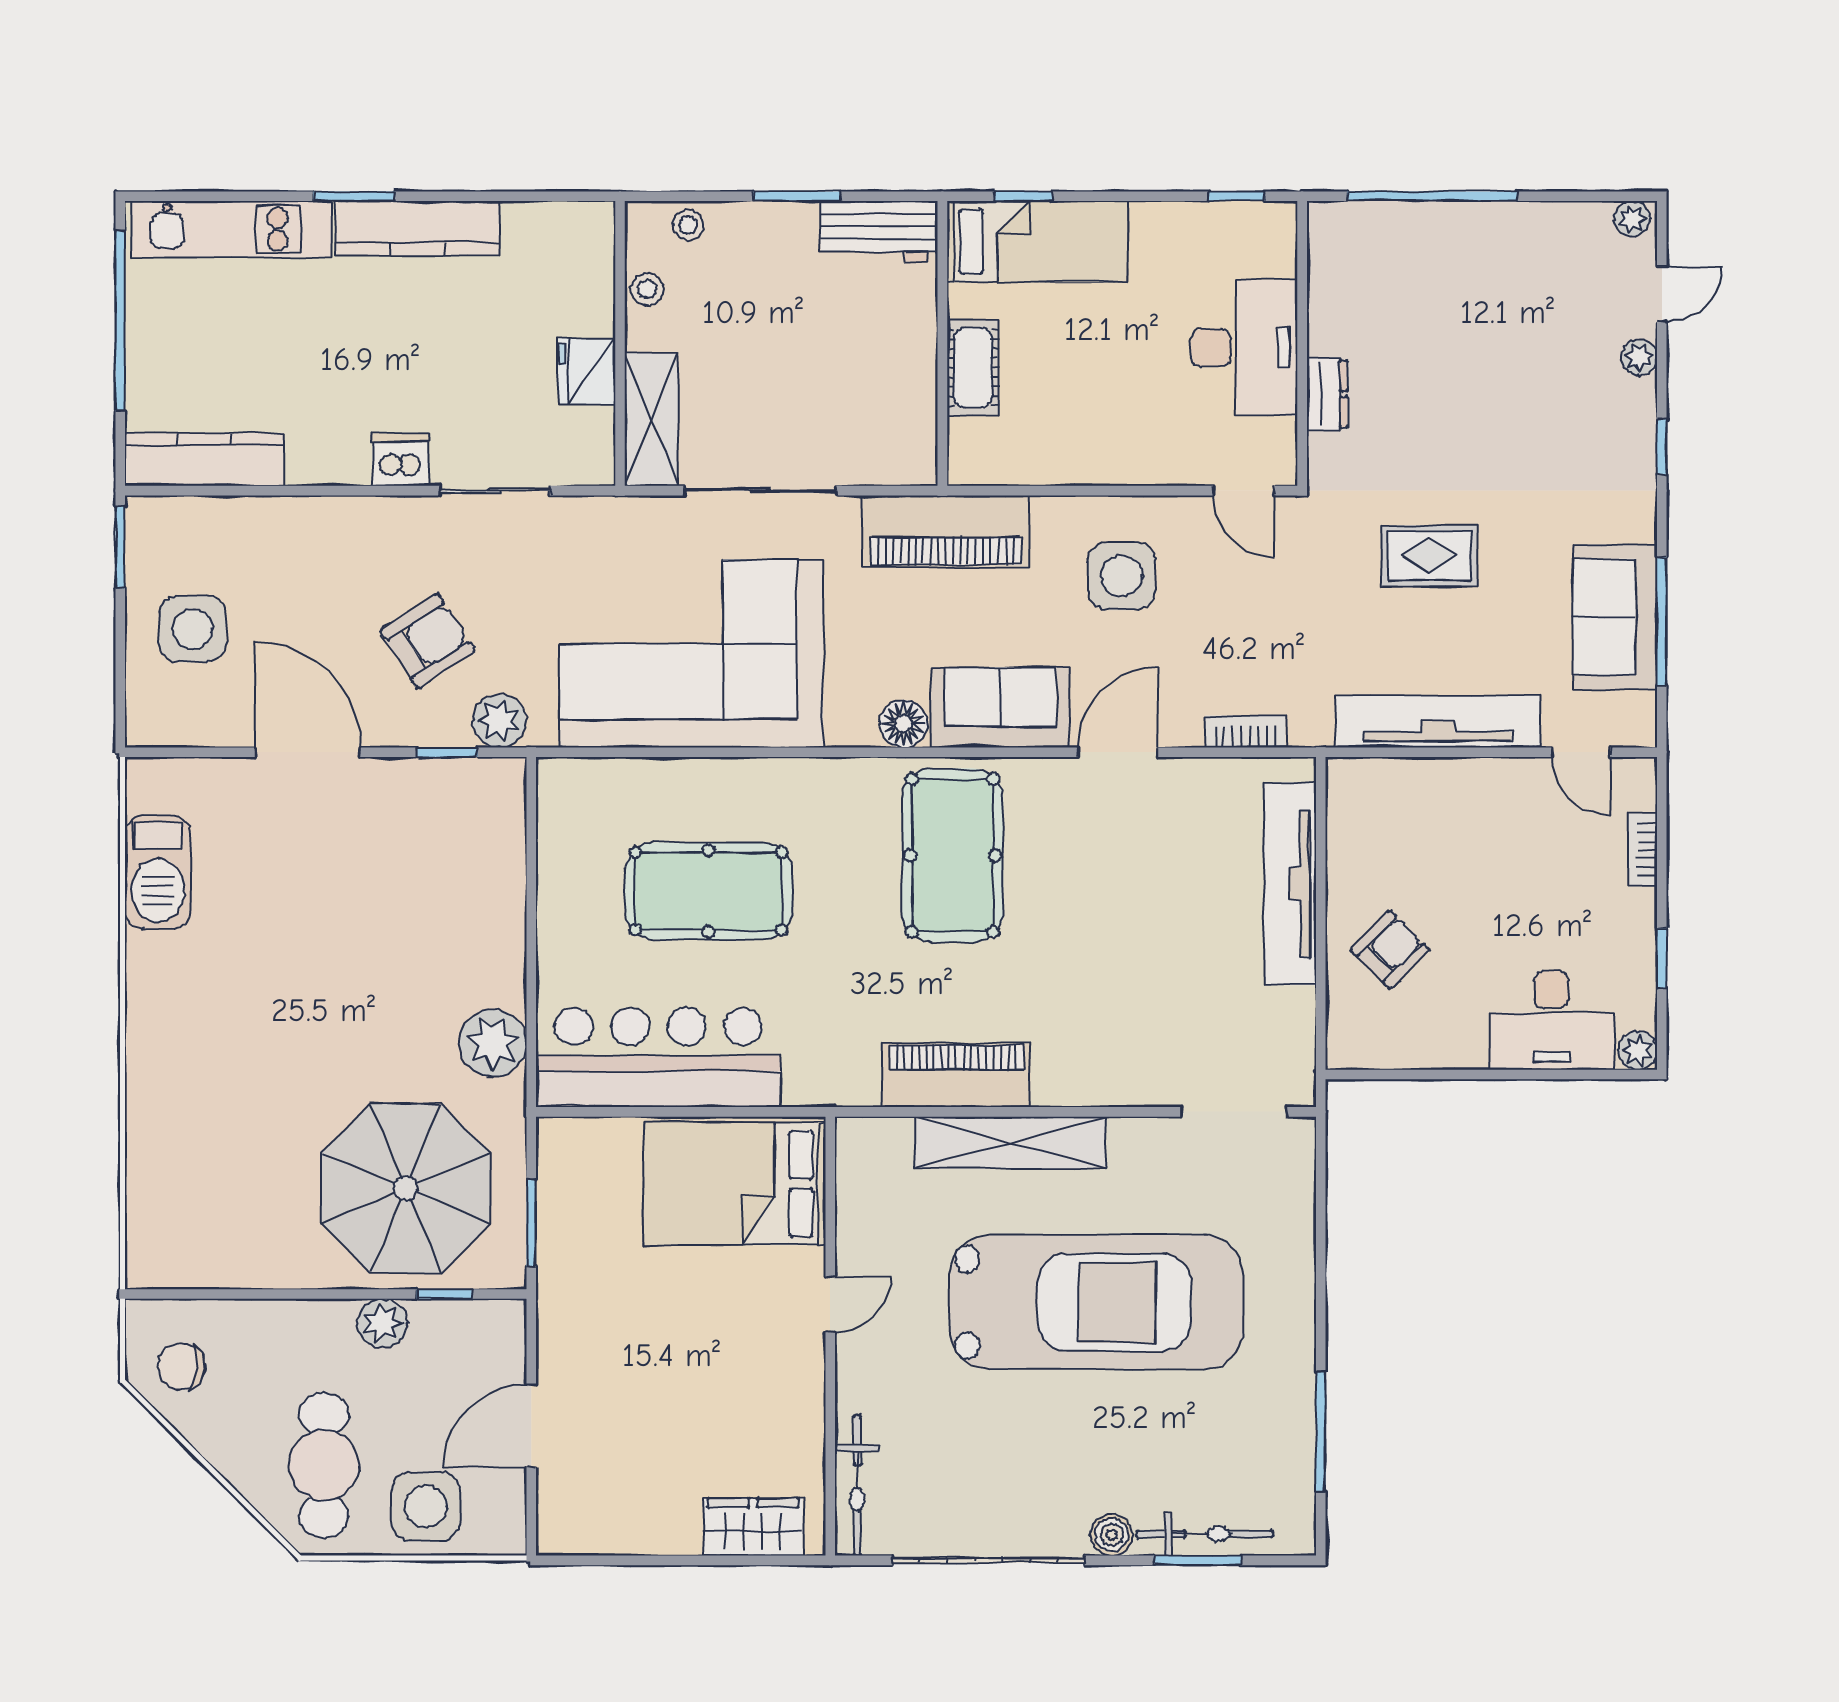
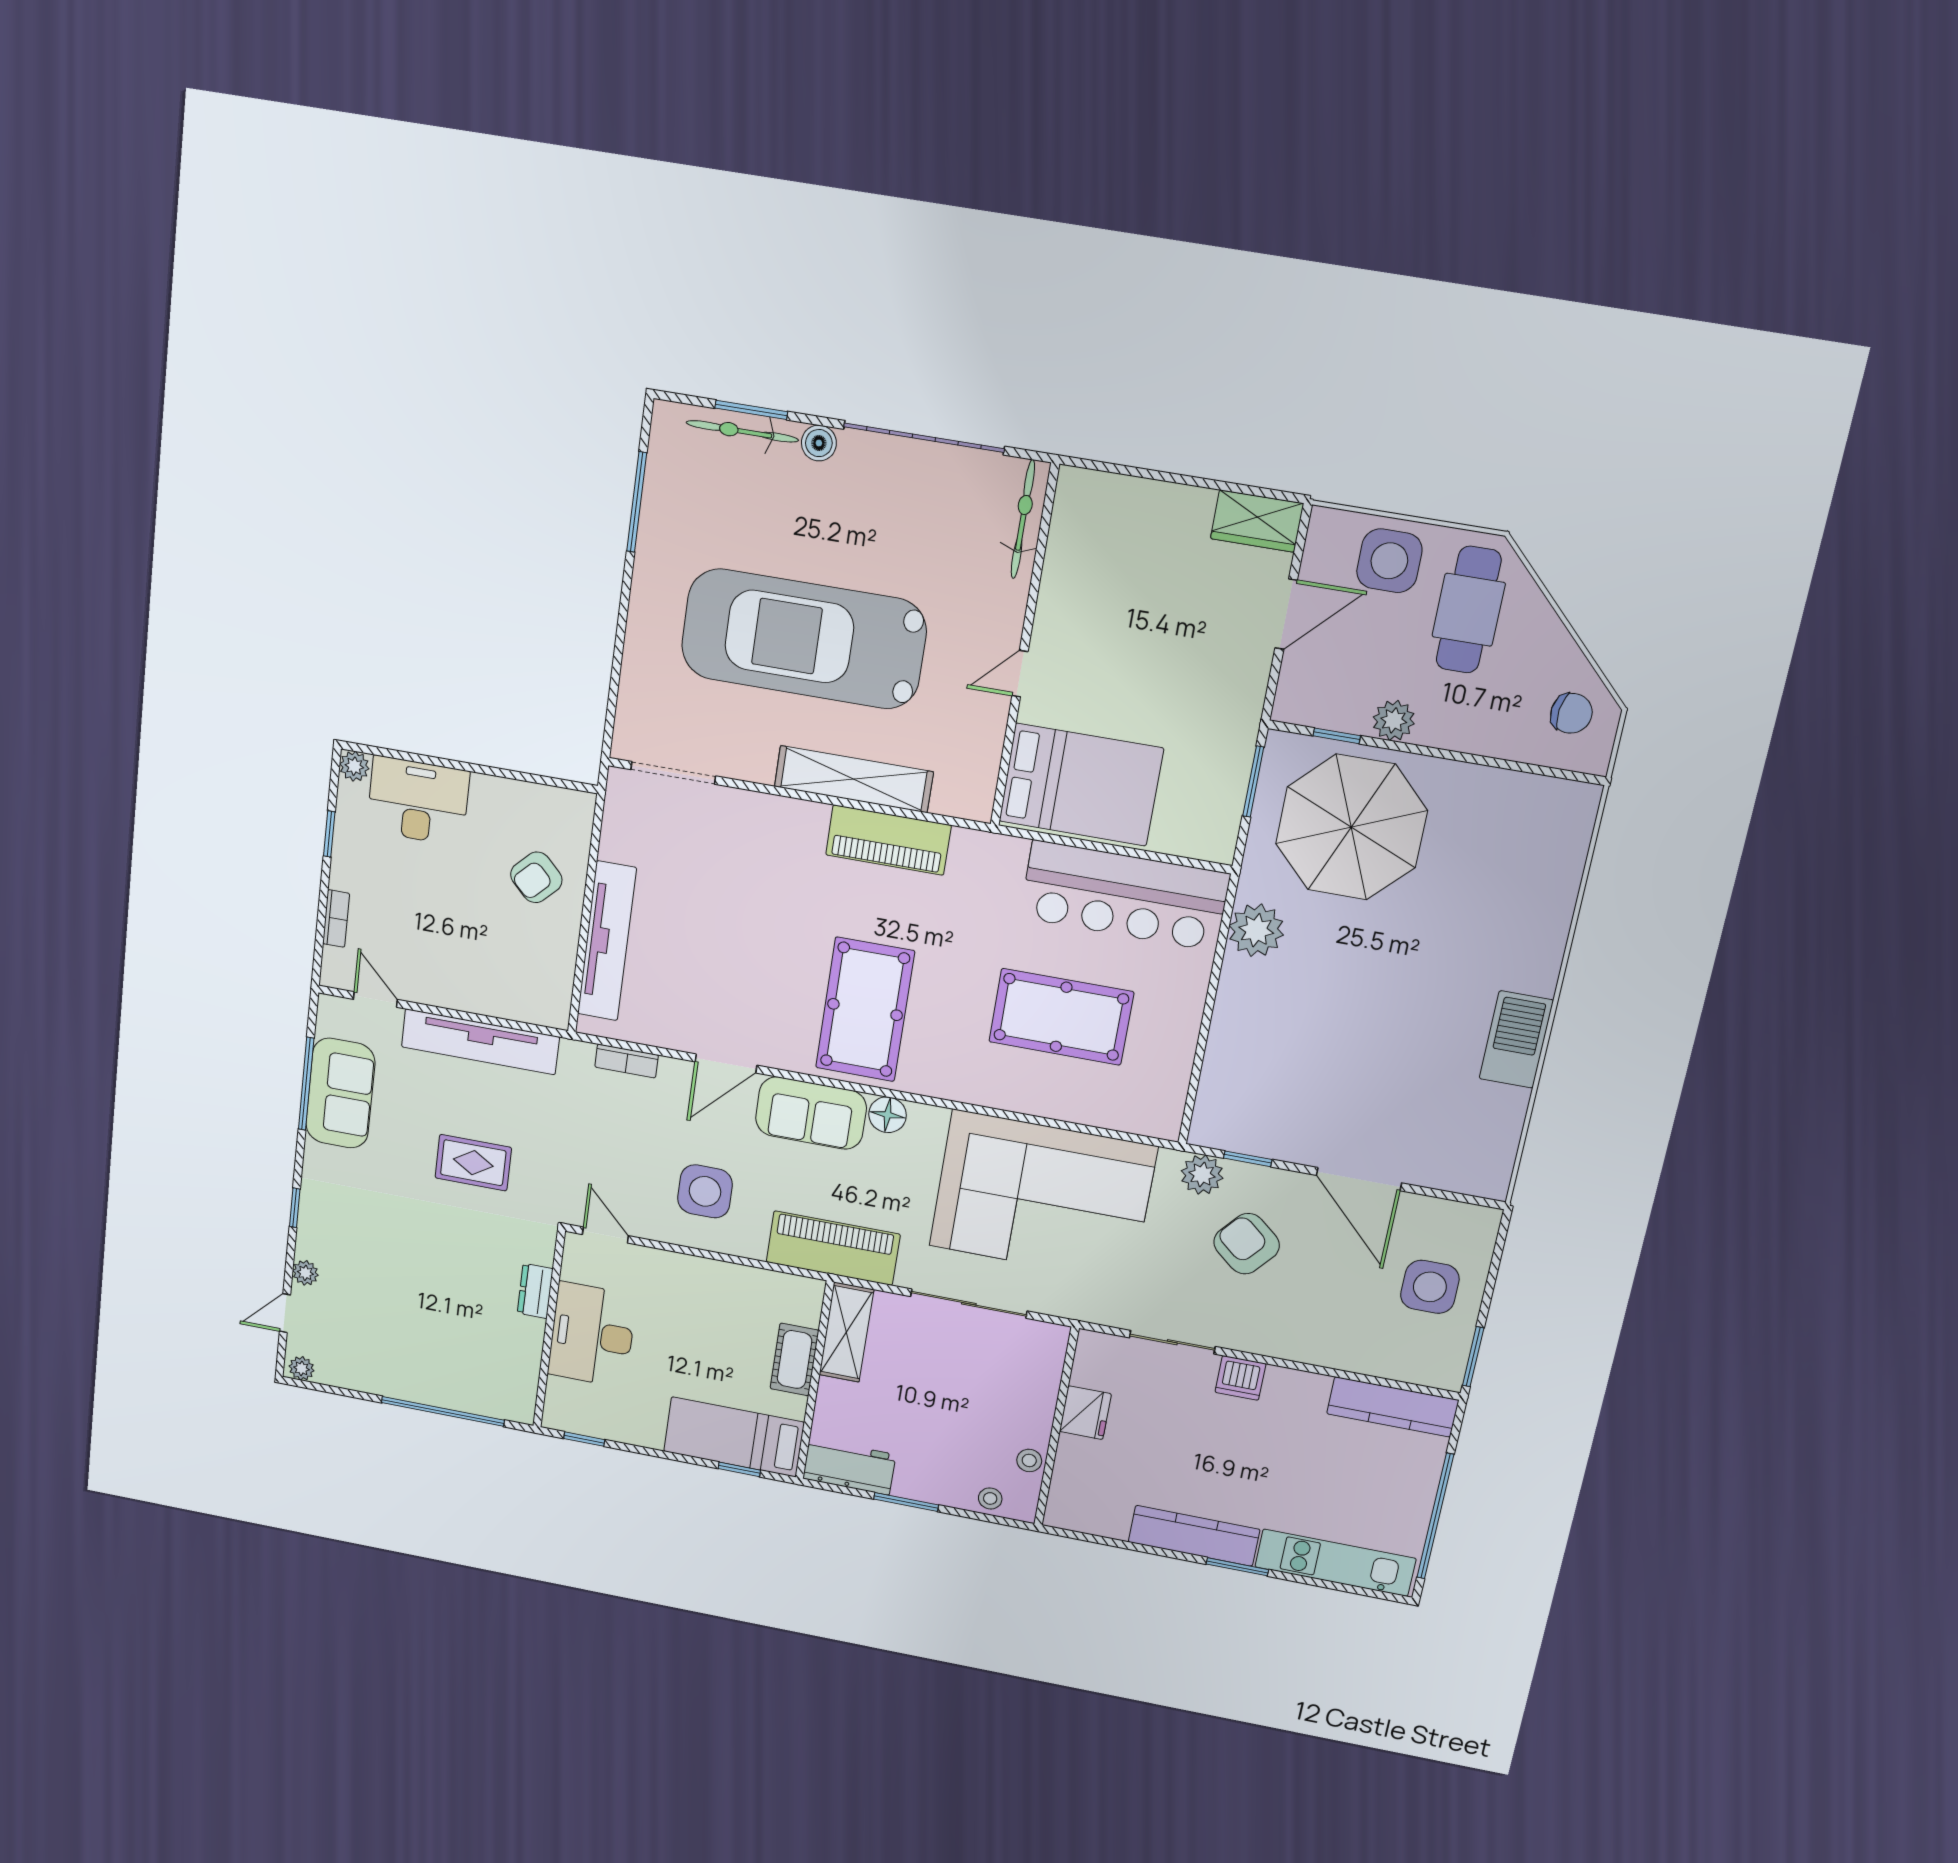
shelving: (651, 420) -> (846, 1332), moved
armchair: (427, 641) -> (1247, 1244), turned 73
barbecue: (158, 872) -> (1516, 1039), moved
wardrobe: (753, 1527) -> (1257, 521), moved

